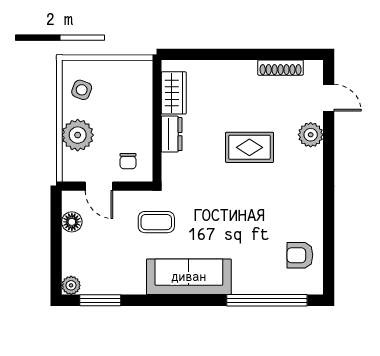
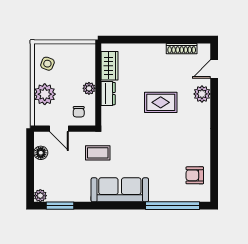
door: (329, 98) -> (214, 69), swing flipped
plant: (143, 126) -> (89, 88), added

